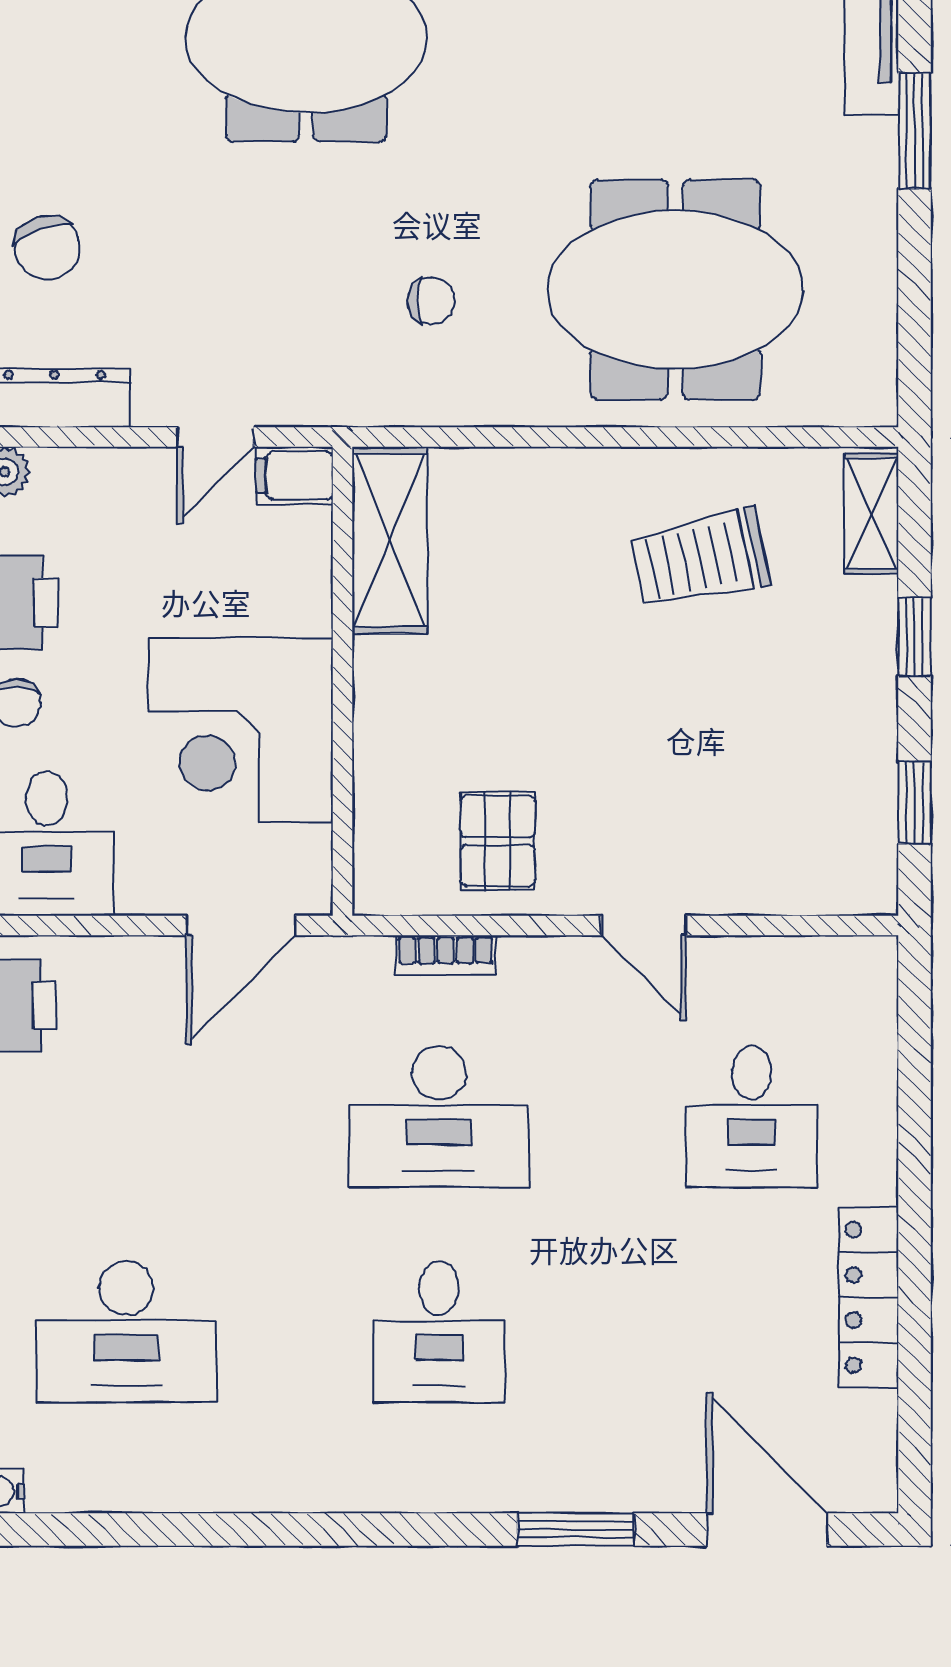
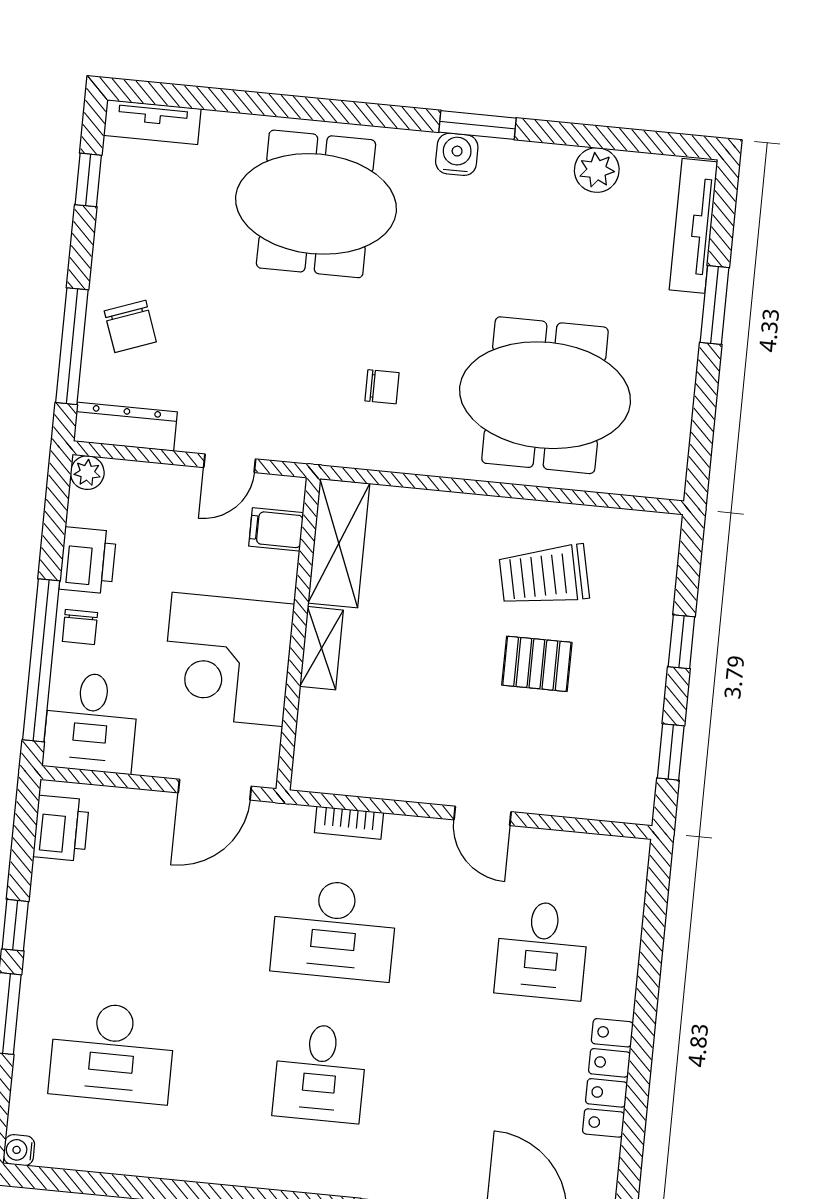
filing cabinet: (294, 475) -> (276, 529), moved
shelving: (871, 514) -> (321, 648), moved
pallet: (498, 841) -> (537, 664), moved, turned 90

